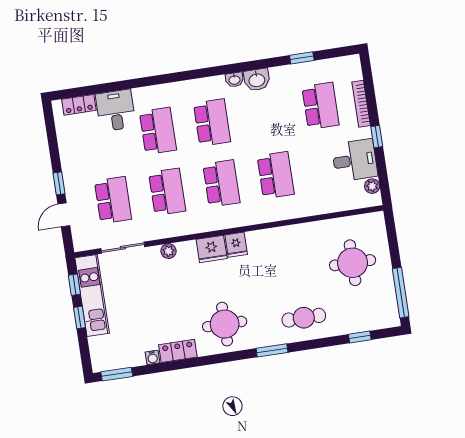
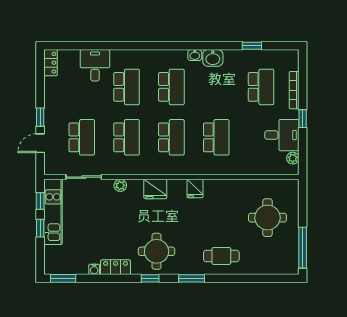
locker: (79, 105) -> (51, 63), moved, turned -90
fridge: (236, 245) -> (195, 189), moved
window: (360, 337) -> (150, 278), moved

